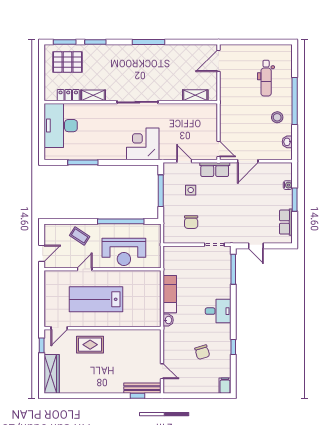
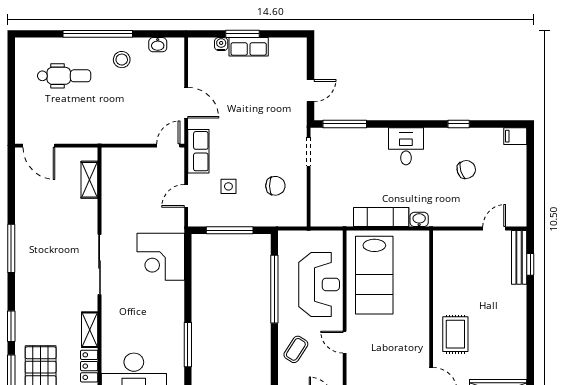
row of seats: (286, 222) -> (249, 47), moved
lab bench: (96, 299) -> (374, 275), moved

